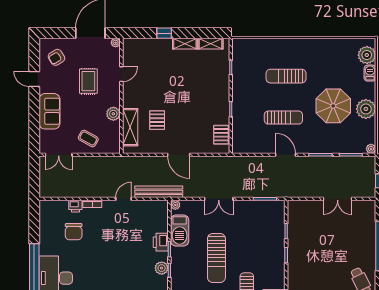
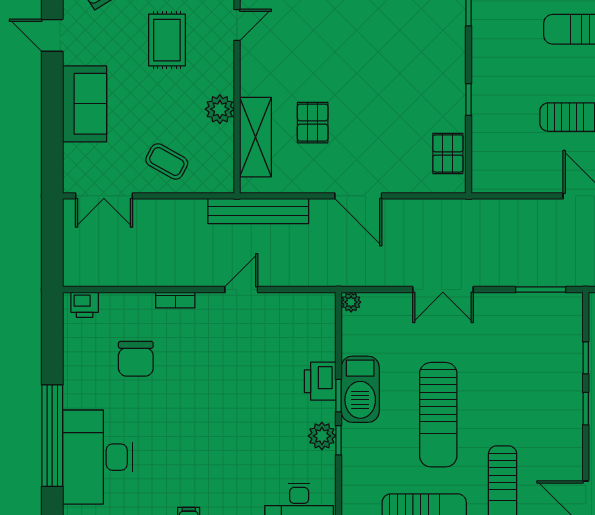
bench: (159, 192) -> (258, 211), moved
printer: (75, 206) -> (85, 305), moved
barbecue: (180, 230) -> (360, 389), moved

